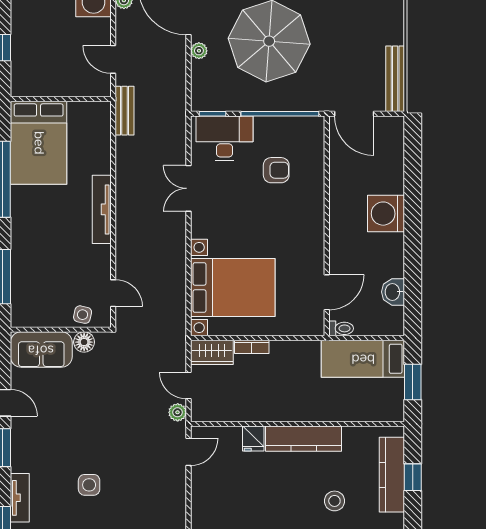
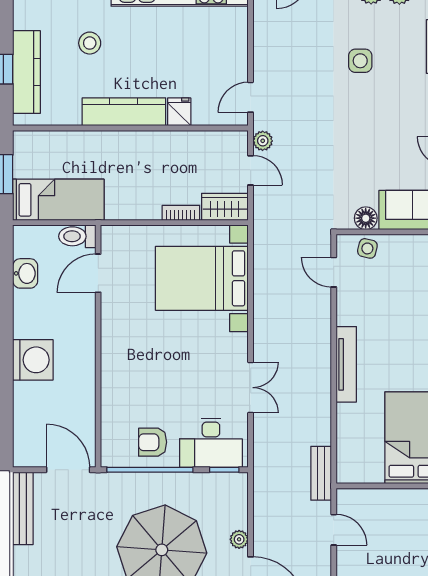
armchair: (276, 170) -> (153, 442), moved
toilet: (341, 328) -> (77, 236), width x1.37, depth x1.39

